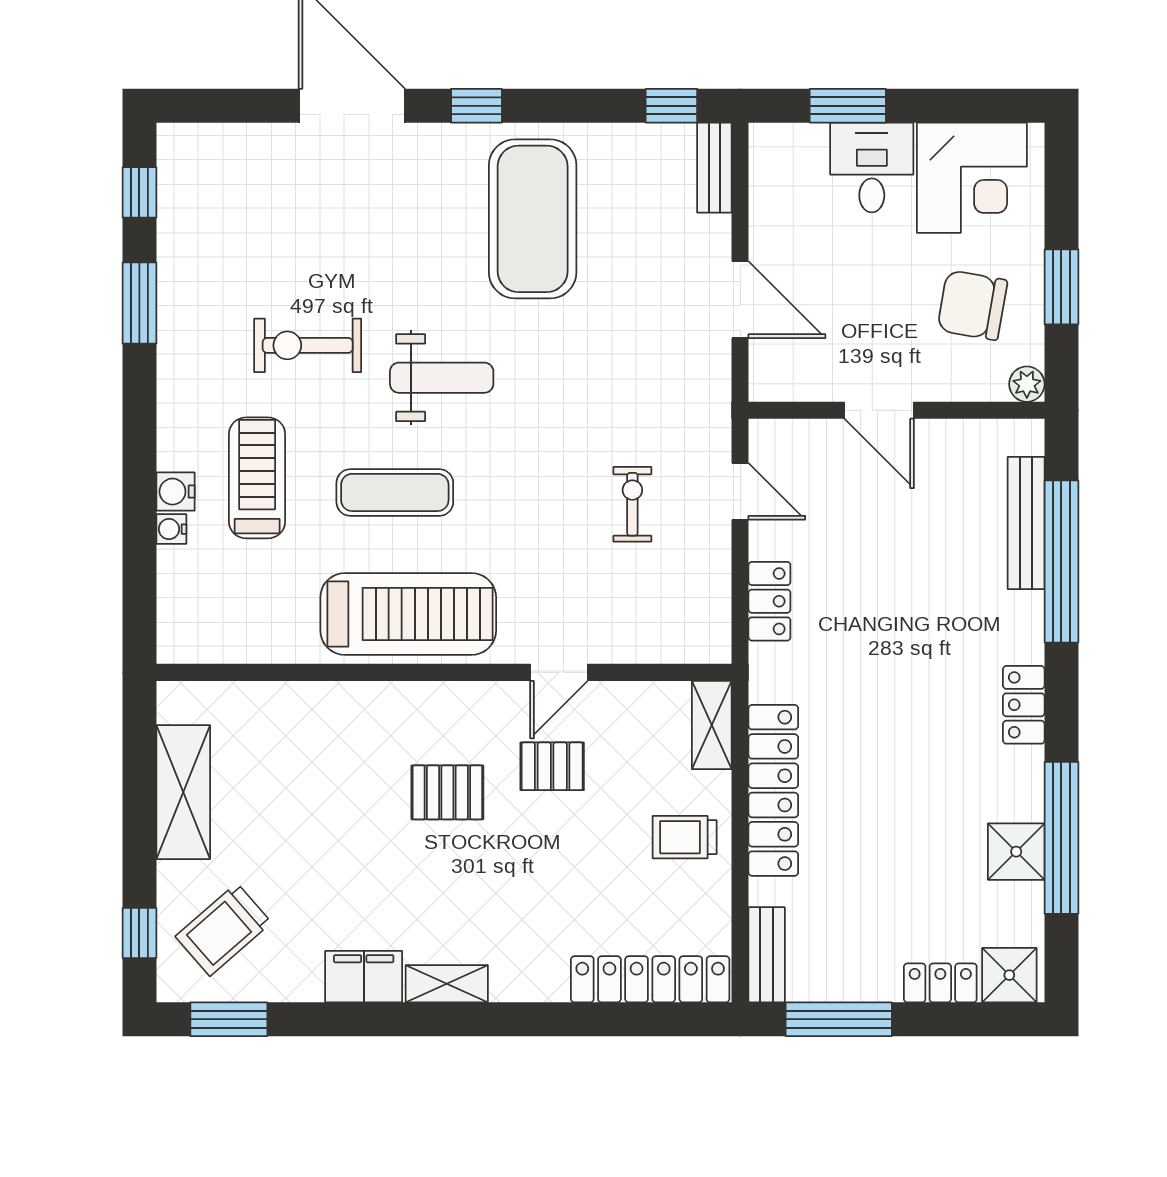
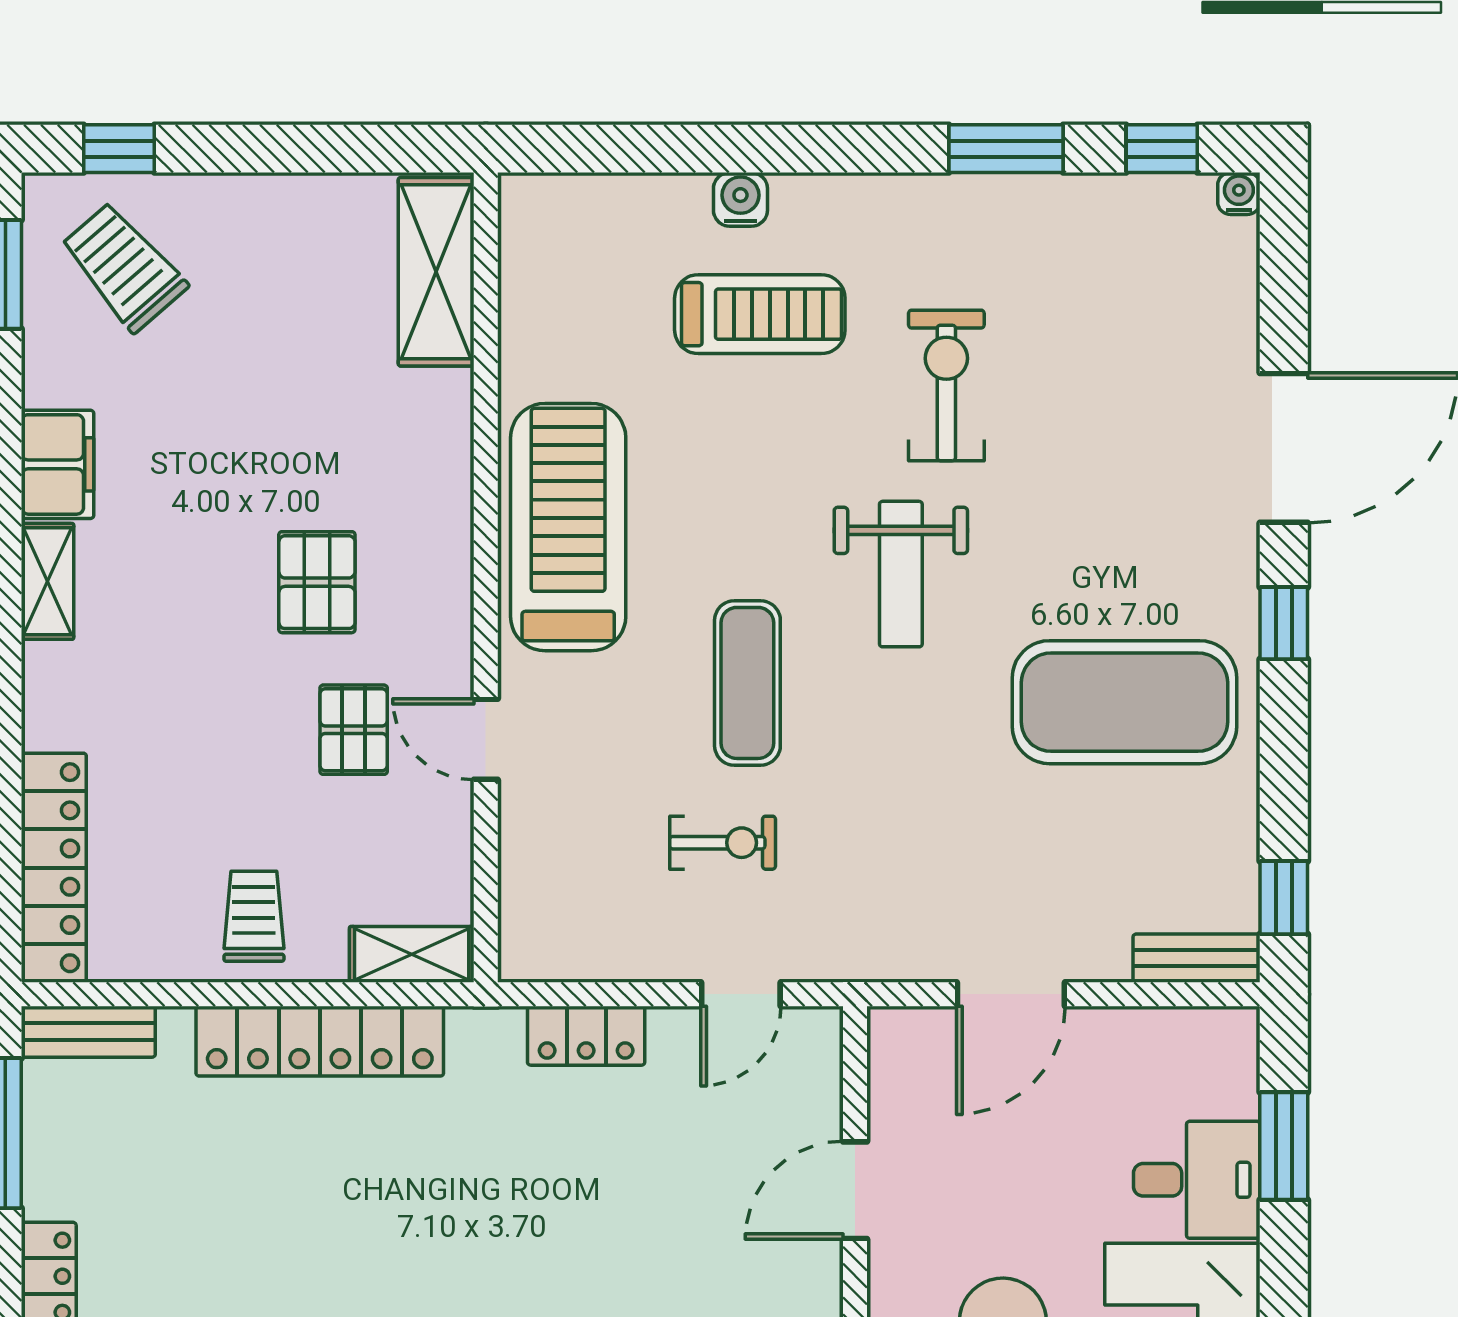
exercise mat: (395, 492) -> (747, 683), moved
water cooler: (171, 529) -> (1239, 194), moved
treadmill: (408, 614) -> (568, 527), turned 180
shelving: (183, 792) -> (436, 272), moved, turned 90

